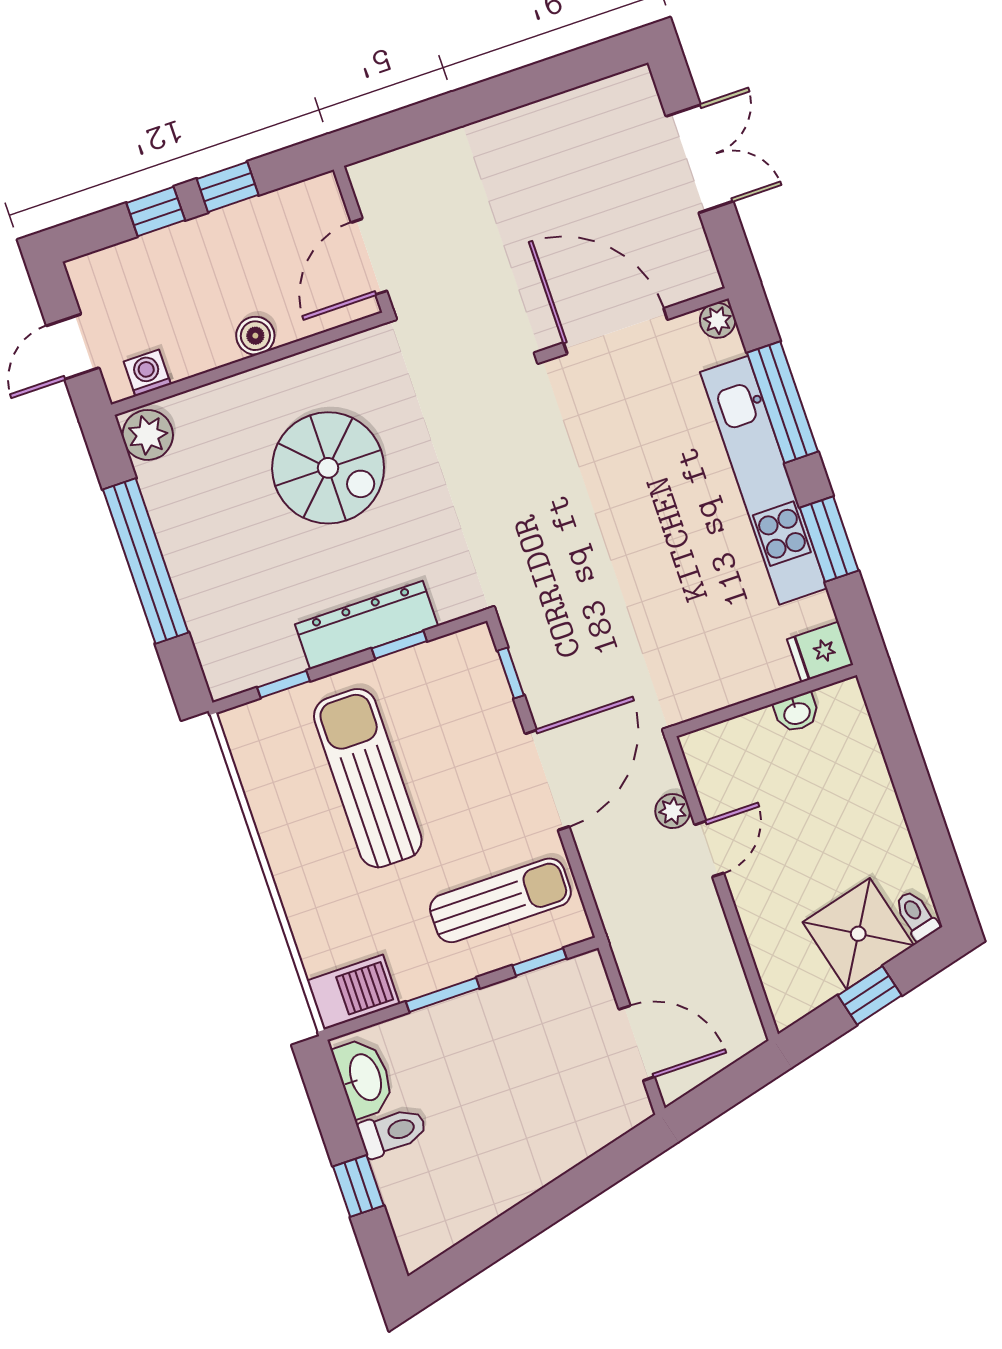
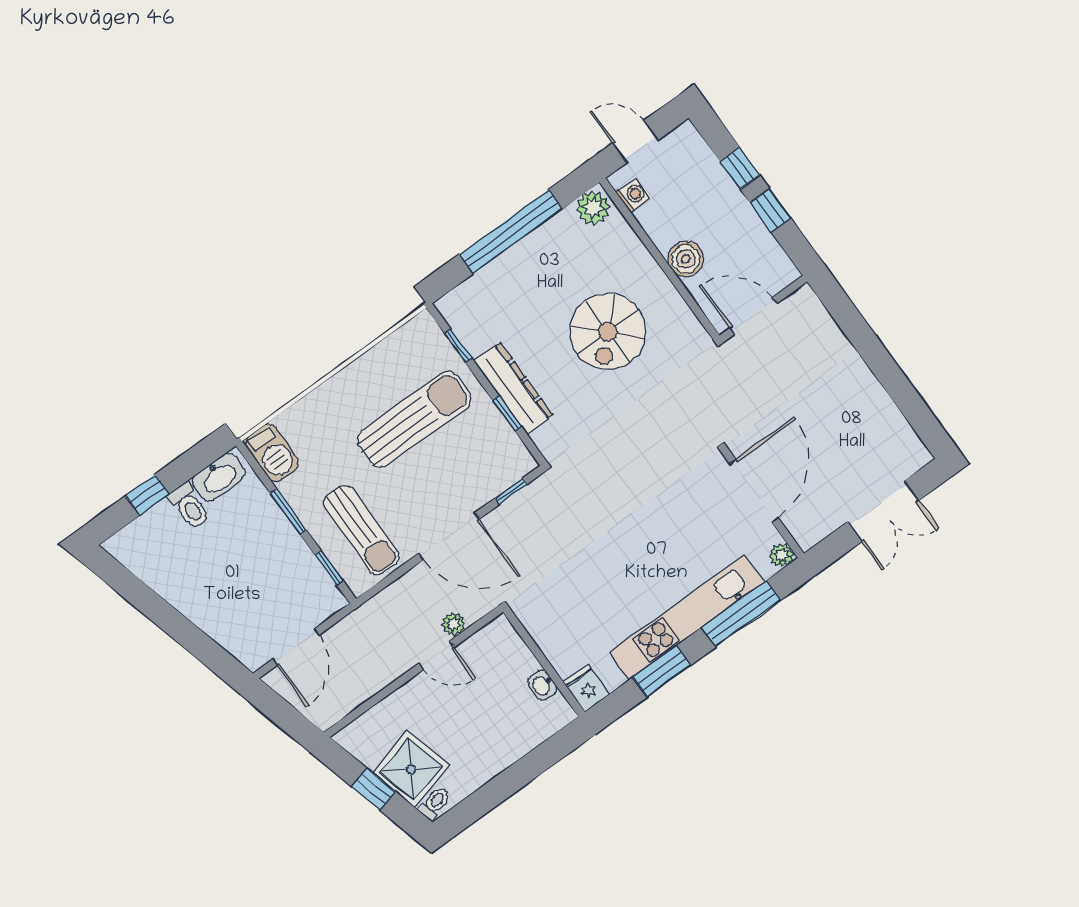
boiler: (255, 336) -> (686, 259), width x1.36, depth x1.36

